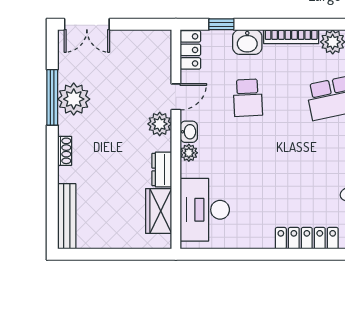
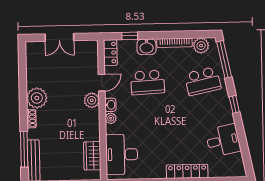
double door: (87, 24) -> (59, 37), moved
window: (52, 97) -> (24, 149), moved
school desk: (248, 98) -> (148, 82), width x1.85
plant: (74, 99) -> (37, 98), moved
dresser: (162, 169) -> (94, 129), removed

